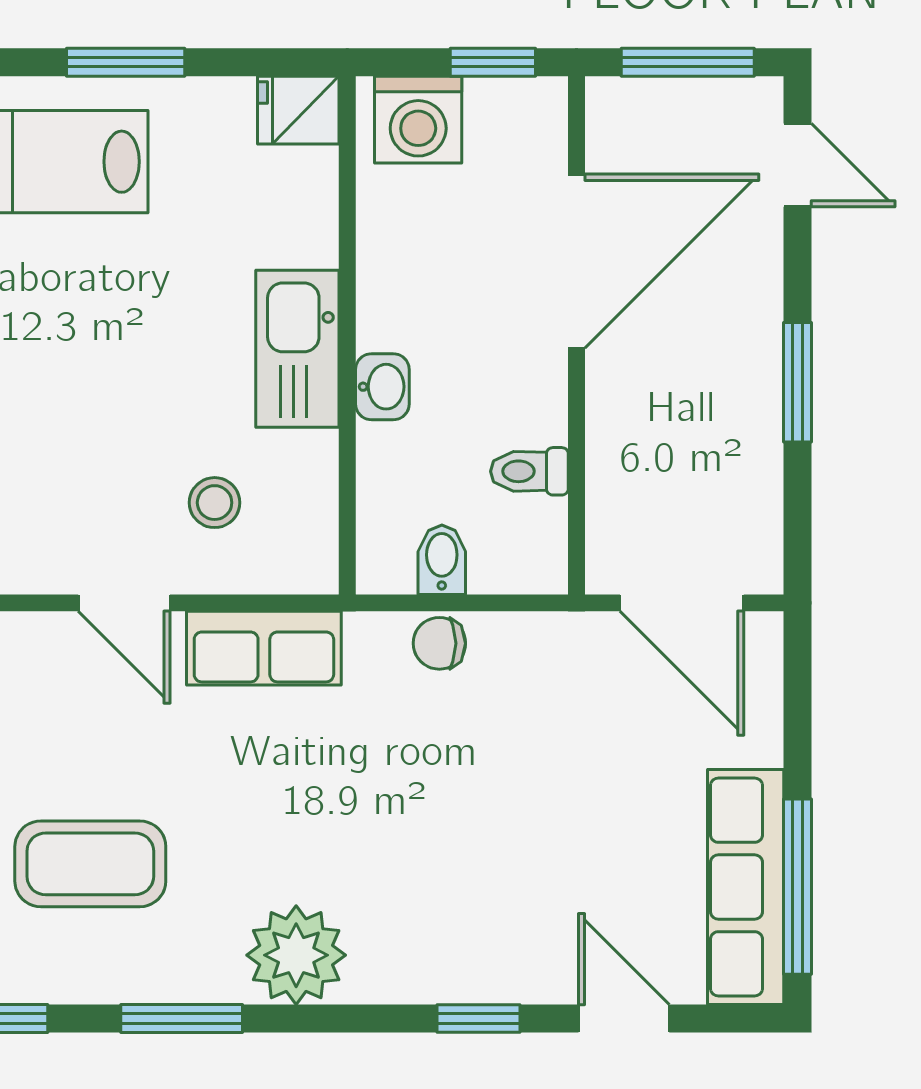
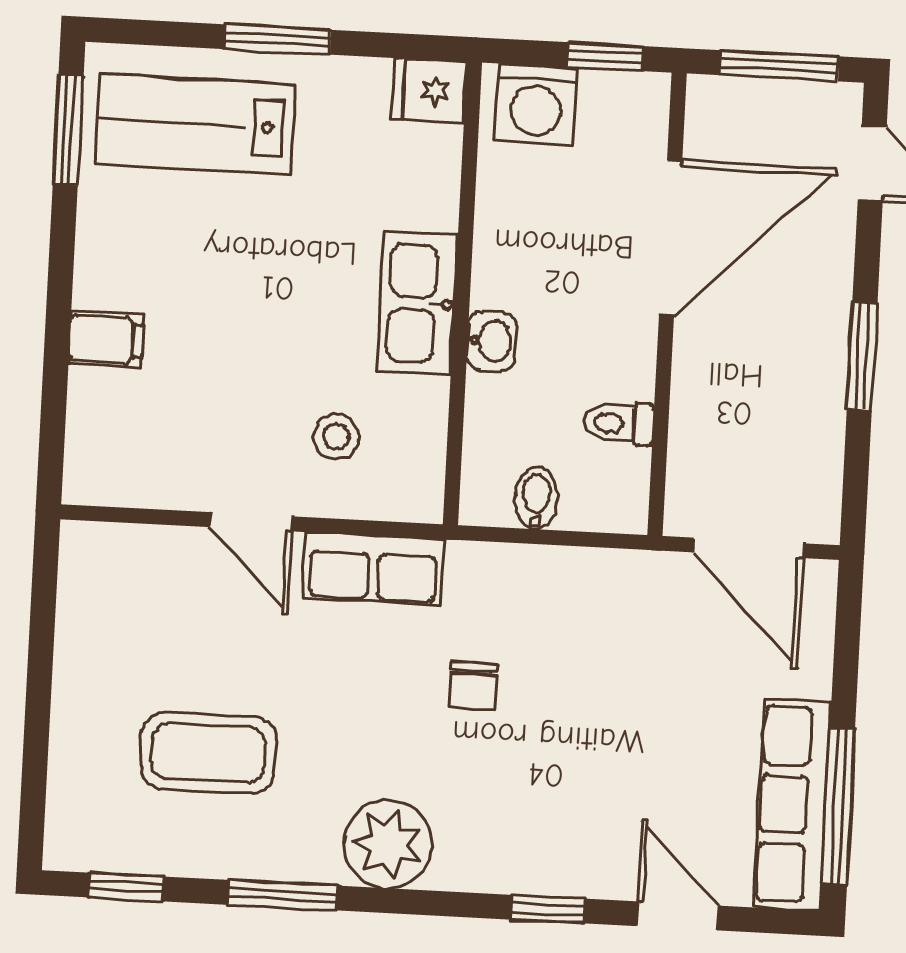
chair: (439, 643) -> (473, 686), moved, turned -90

